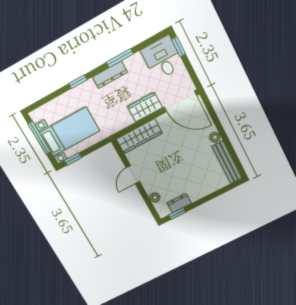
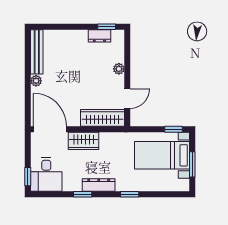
window: (120, 58) -> (83, 194), width x0.67
window: (39, 138) -> (192, 164), width x0.69
door: (133, 175) -> (127, 99), moved
plant: (155, 198) -> (119, 69), moved

